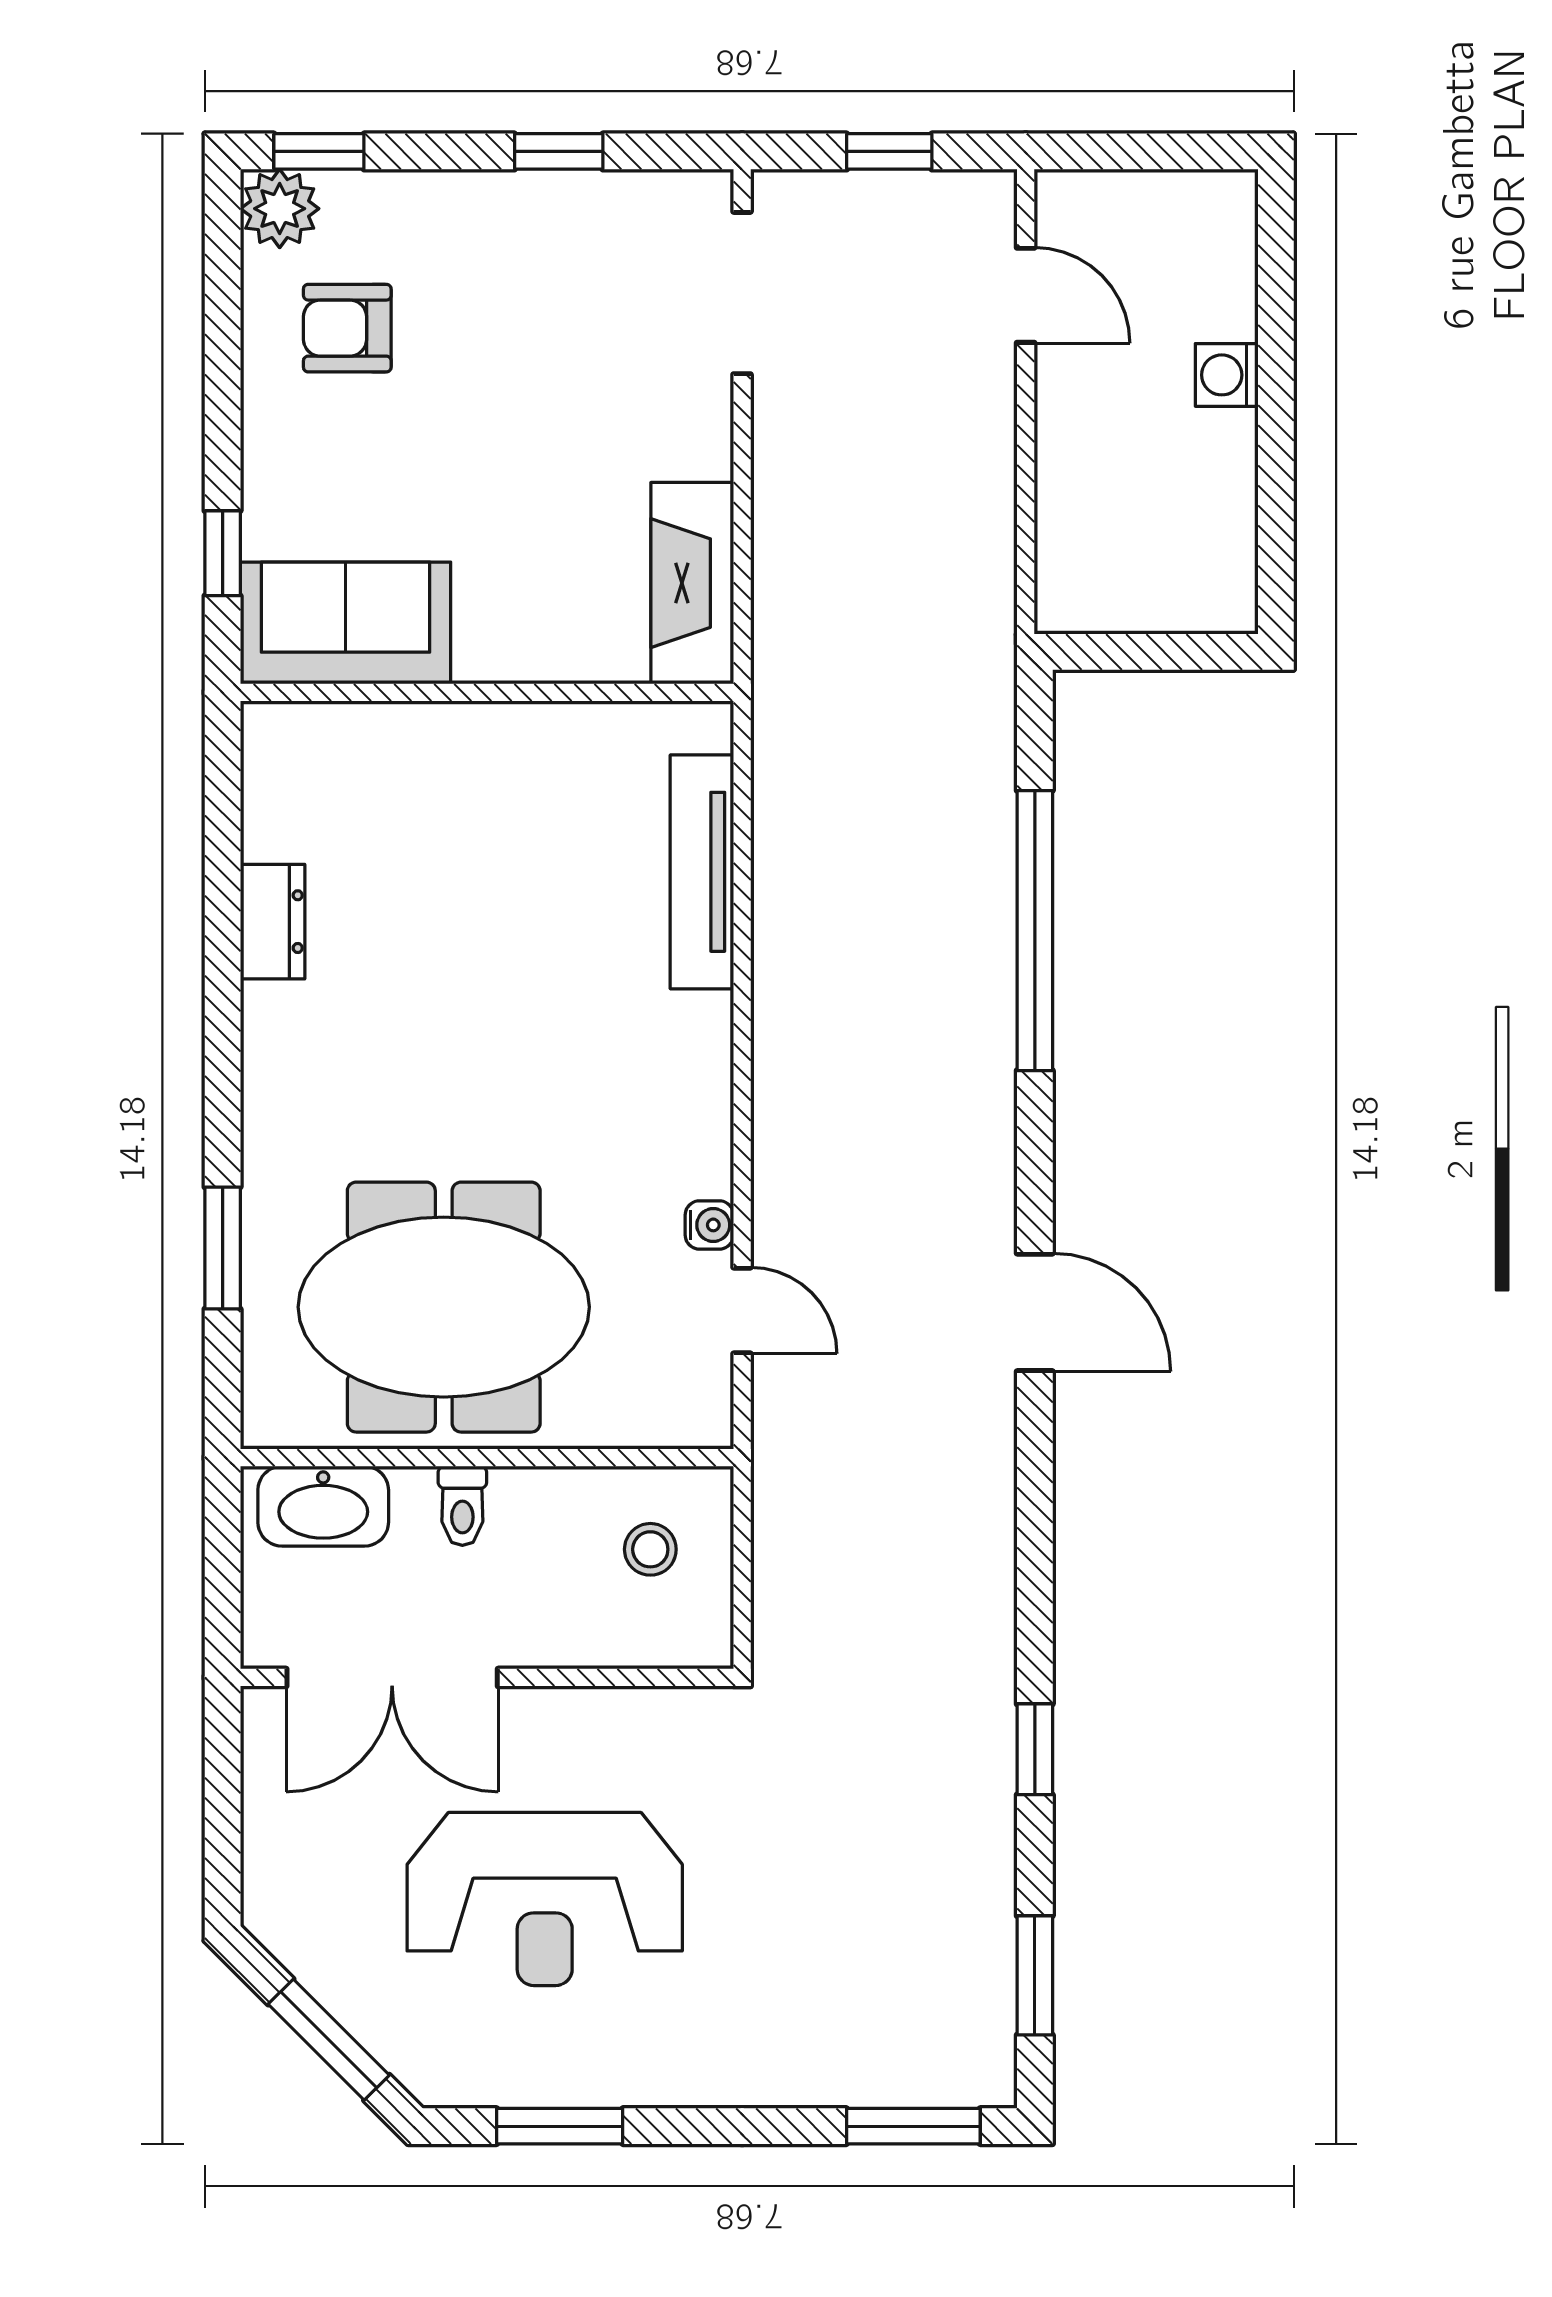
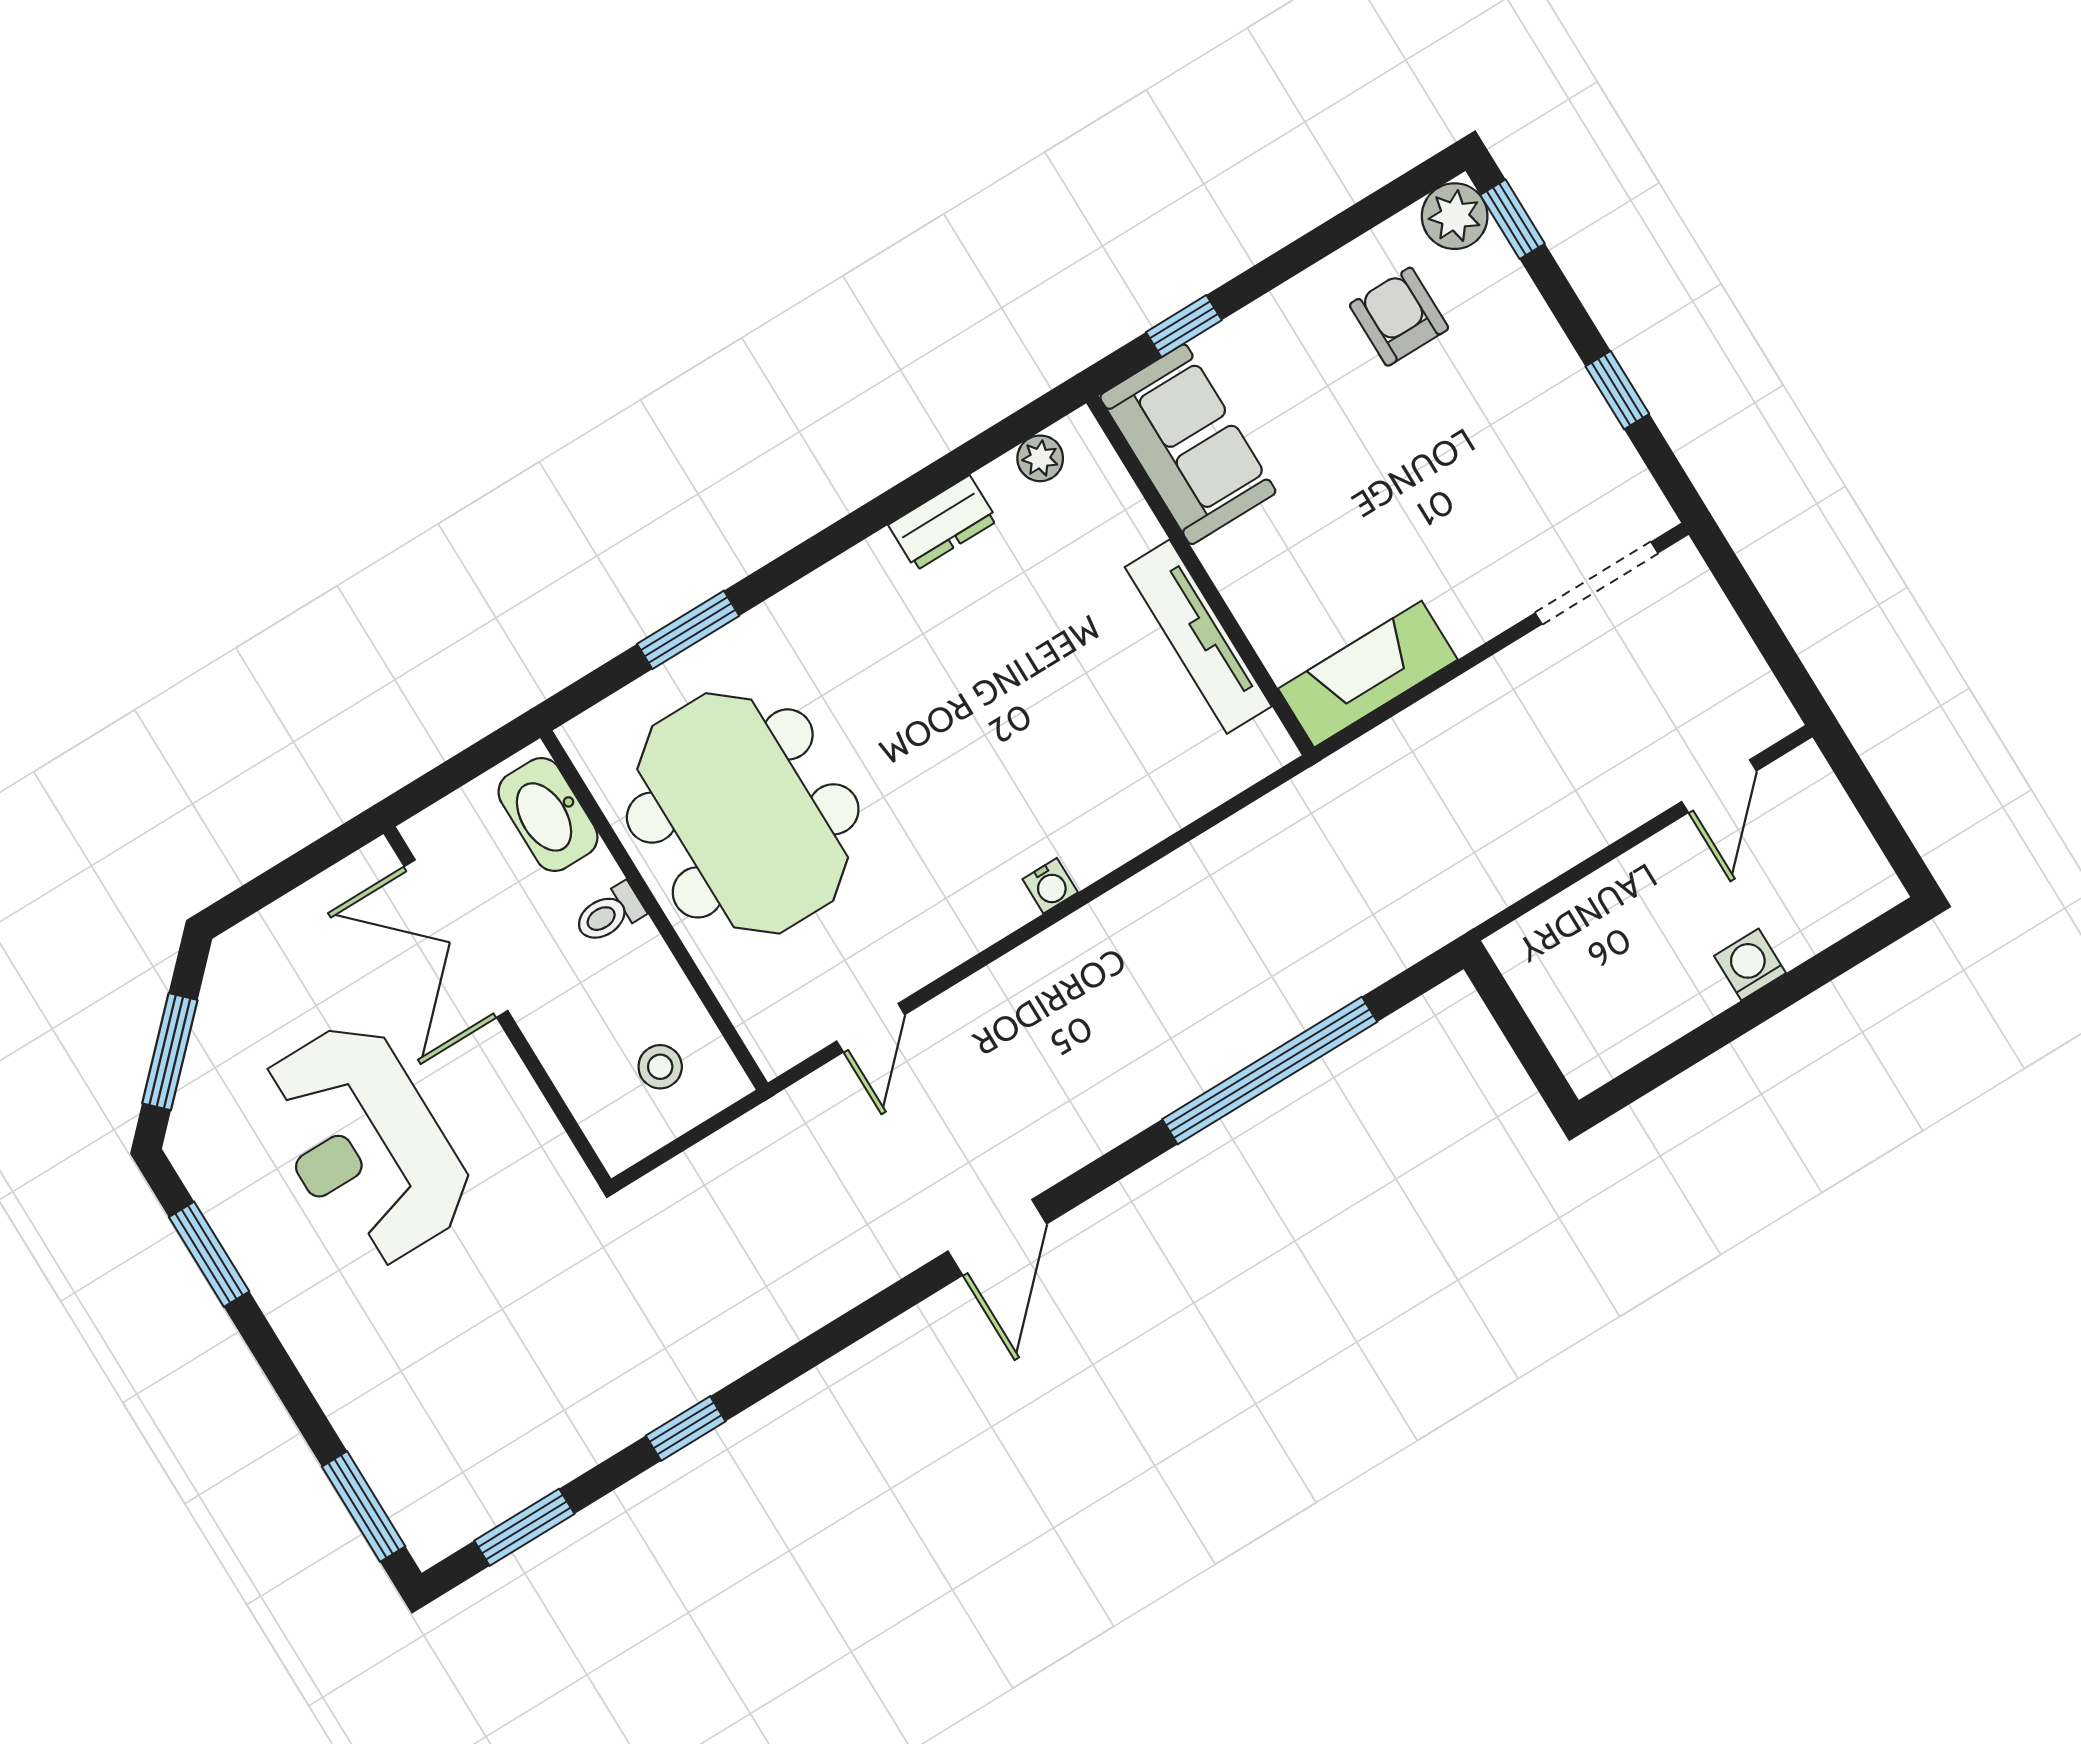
window: (889, 151) -> (1762, 626), removed
plant: (268, 782) -> (1040, 458), added
tv unit: (702, 872) -> (1198, 637), moved, turned -90
water cooler: (709, 1225) -> (1050, 886), moved

